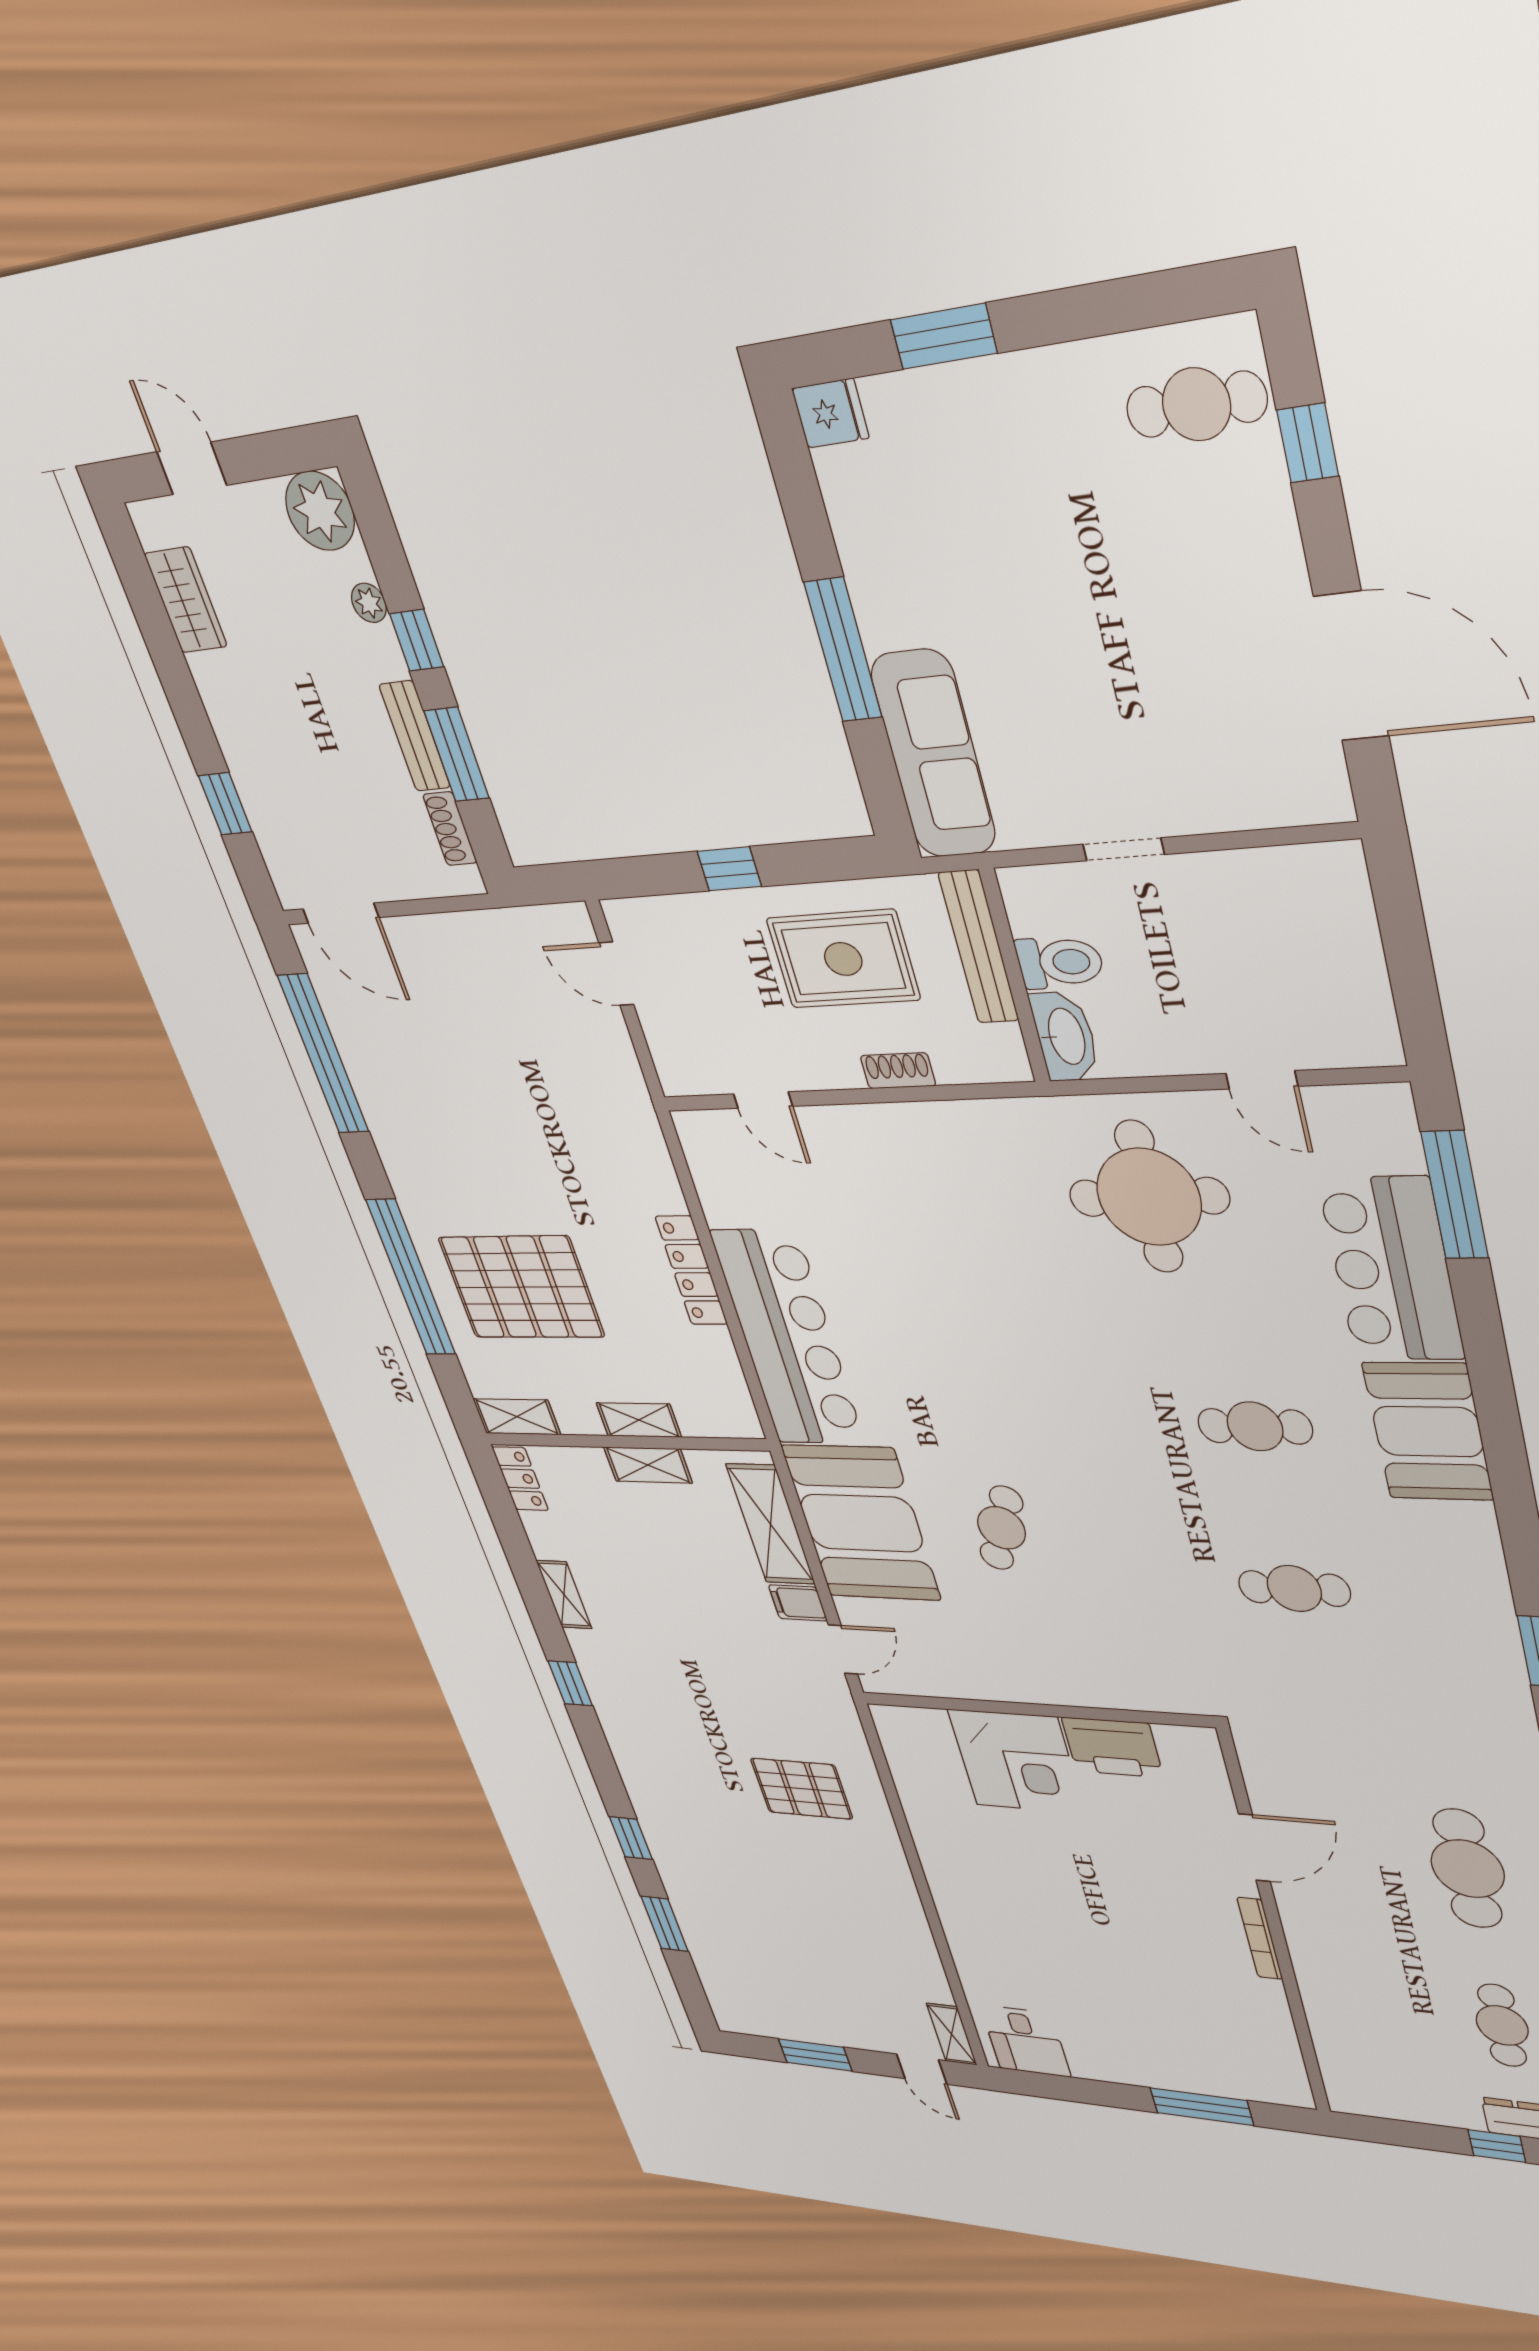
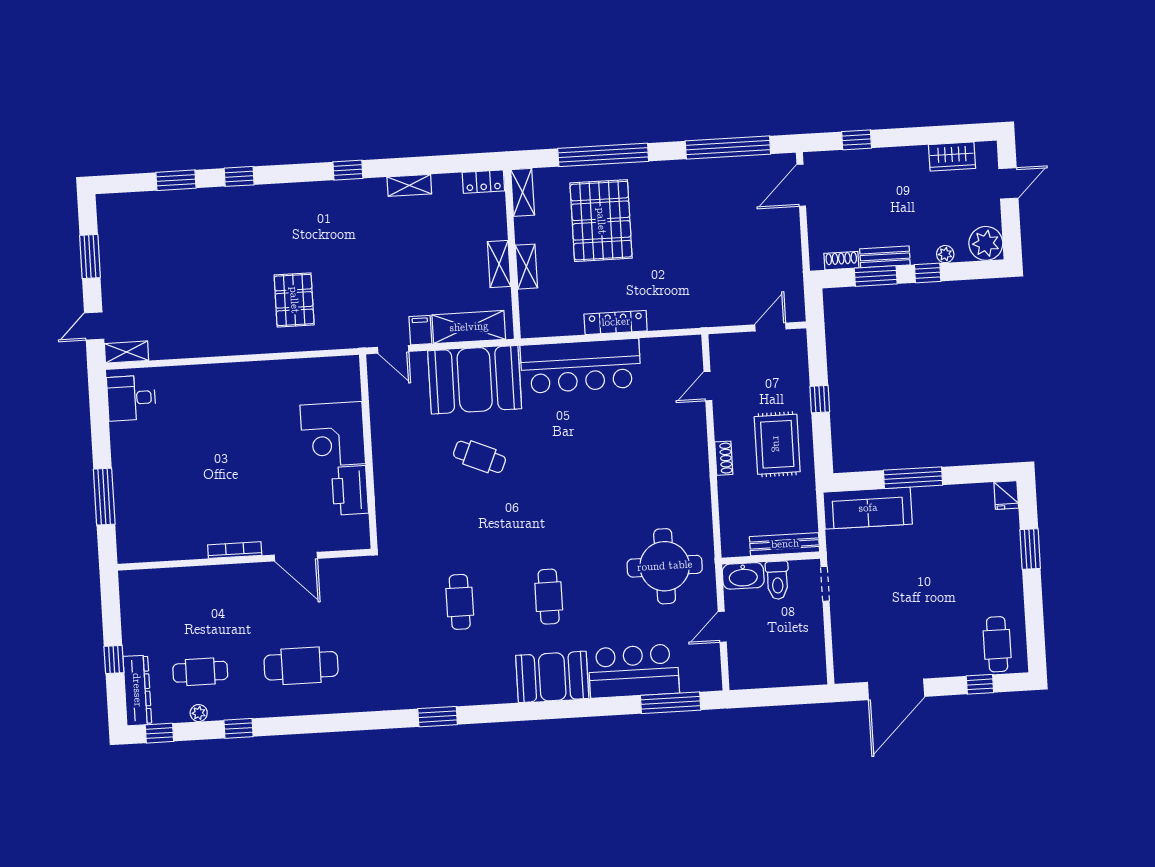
bench: (979, 947) -> (785, 544), moved
toilet: (1060, 962) -> (777, 580), moved
wall: (1015, 977) -> (771, 558), moved
washbasin: (1065, 1036) -> (743, 576), moved

